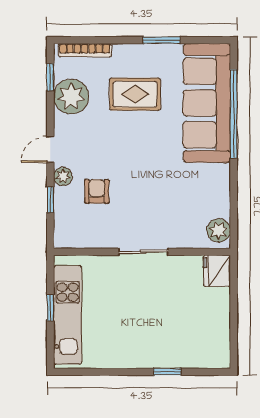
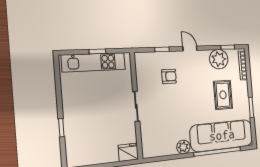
plant: (63, 176) -> (176, 56), removed
plant: (219, 230) -> (183, 147), moved

